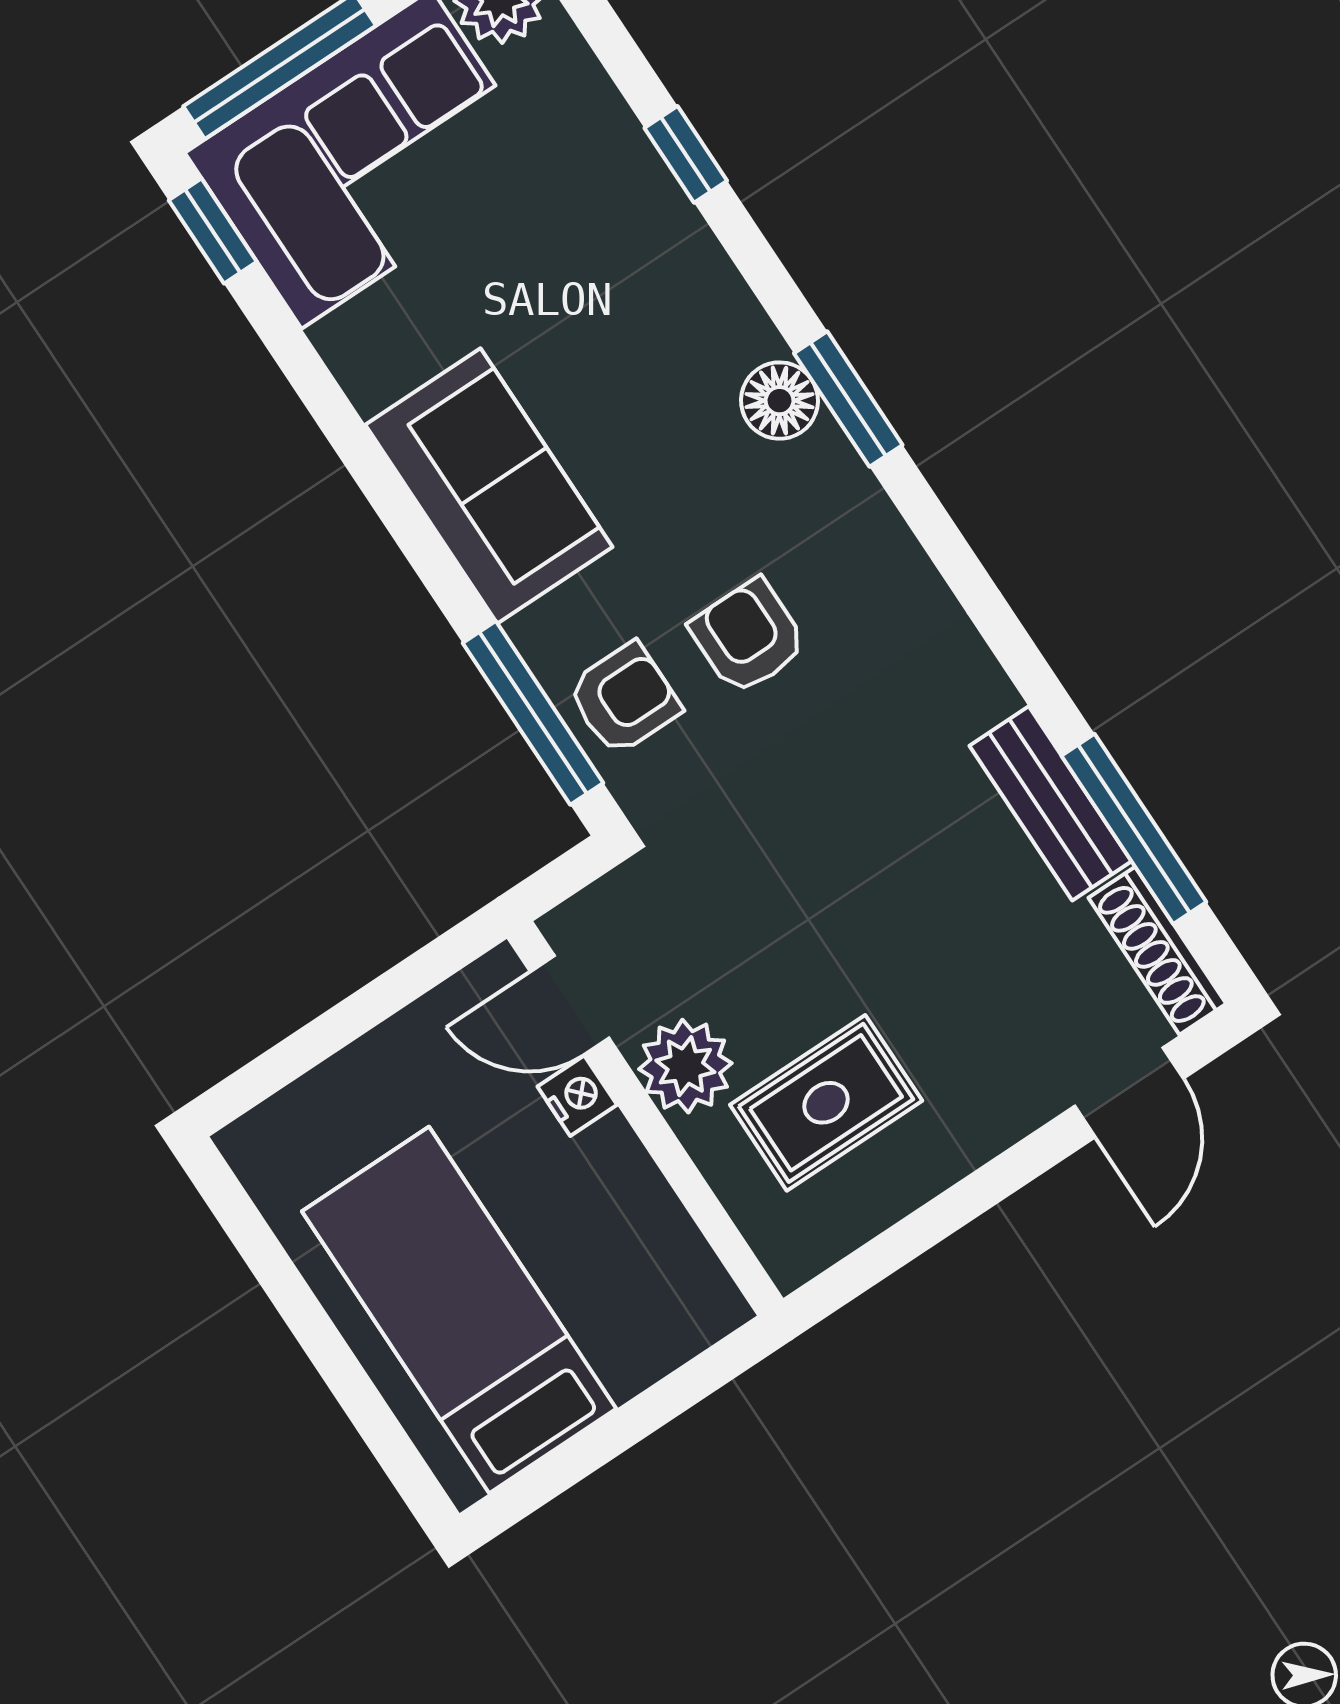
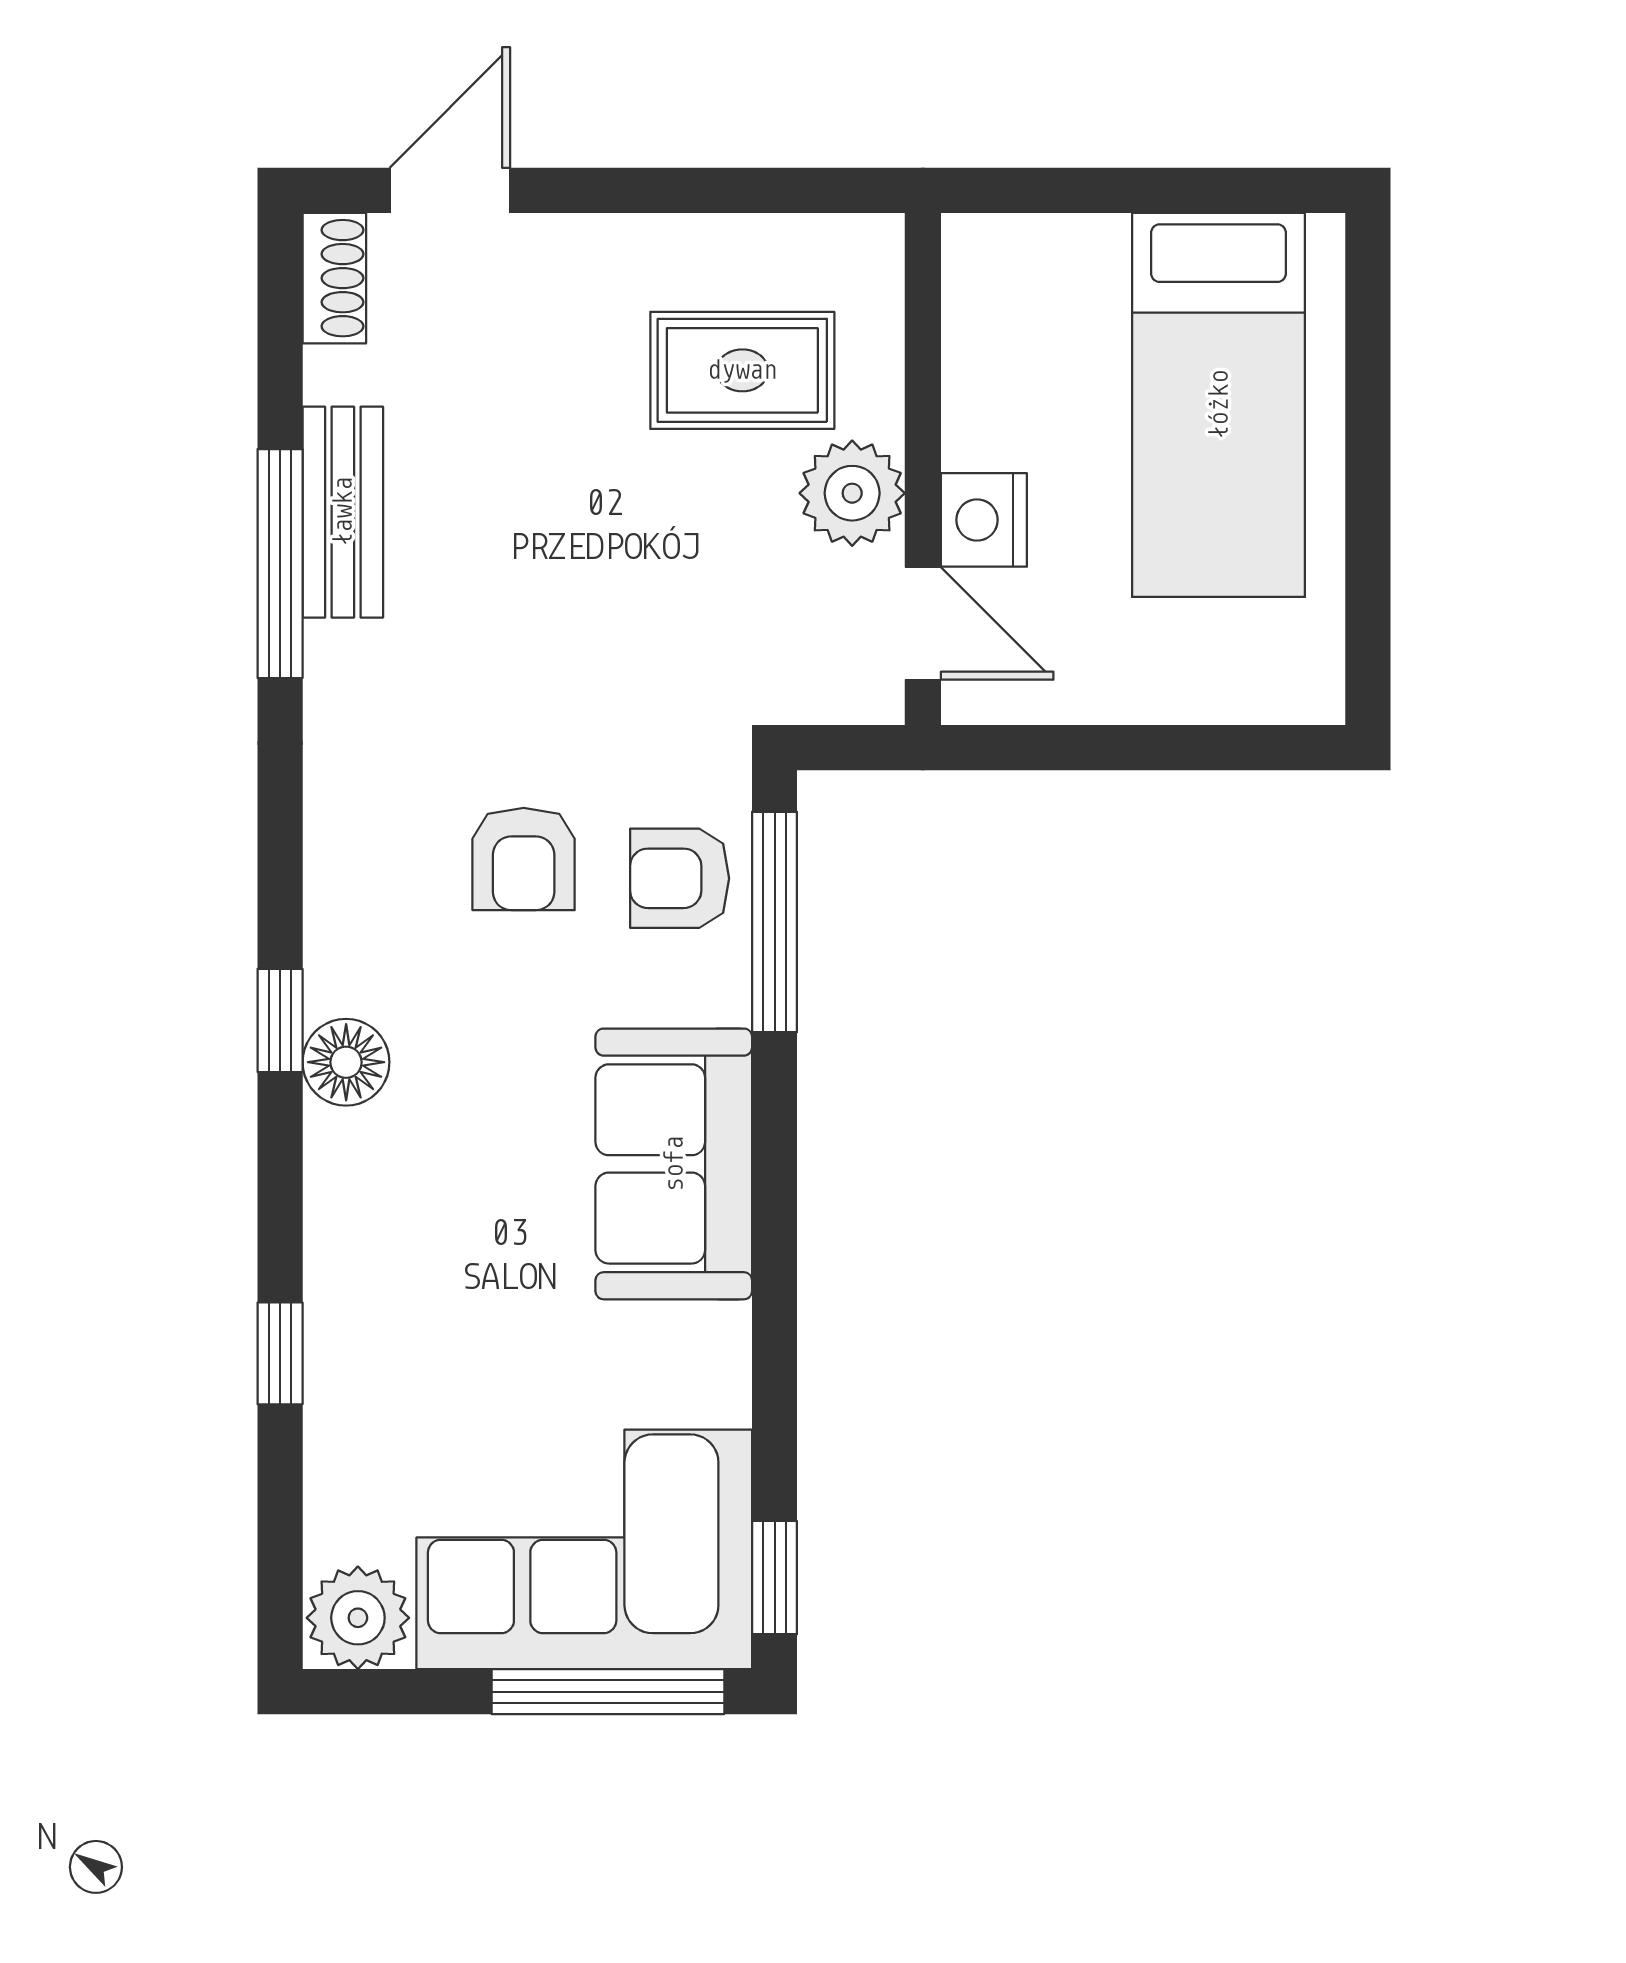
window: (848, 399) -> (280, 1020), width x0.67
window: (1134, 829) -> (280, 564), moved
shoe rack: (1157, 951) -> (334, 278), width x0.70
nightstand: (577, 1096) -> (984, 520), width x1.39, depth x1.35

